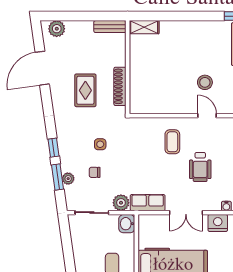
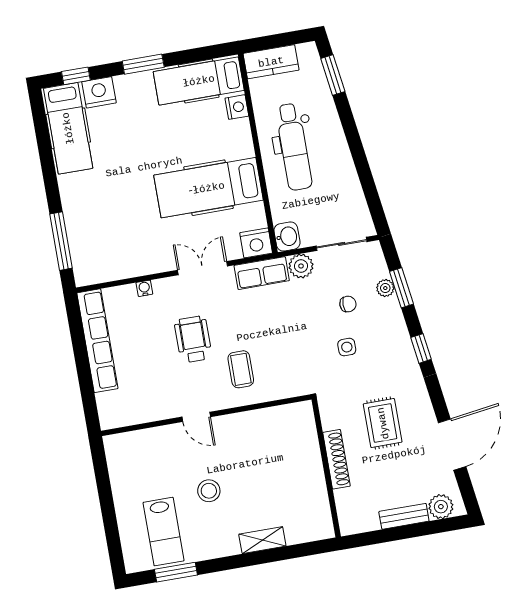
bench: (110, 27) -> (404, 516), moved
shelving: (144, 27) -> (262, 540), moved
stool: (205, 82) -> (209, 491), moved
shoe rack: (120, 86) -> (336, 459), moved
window: (53, 148) -> (421, 348), moved
nightstand: (218, 223) -> (256, 243), moved

